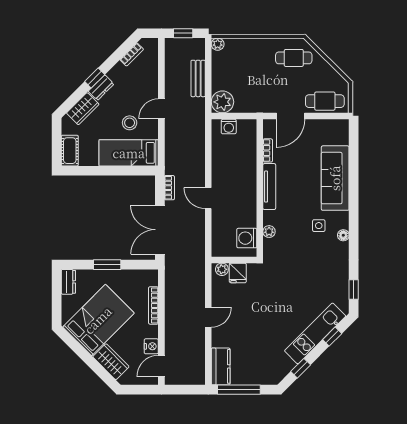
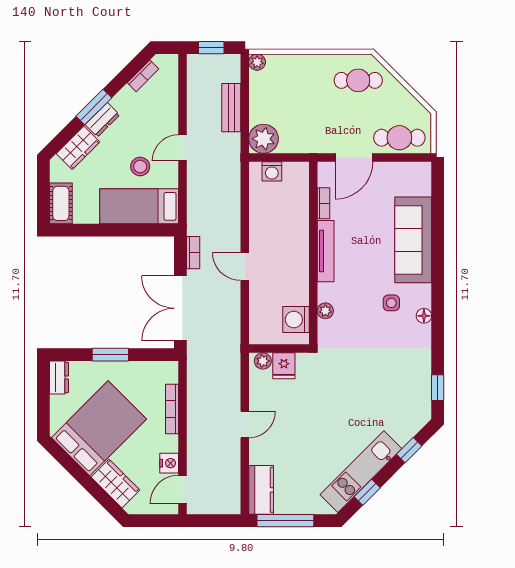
window: (95, 78) -> (94, 107), width x1.50
kitchen unit: (315, 333) -> (361, 472), moved

